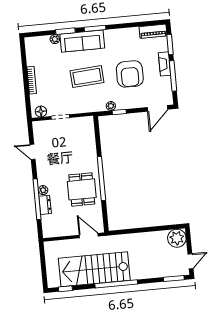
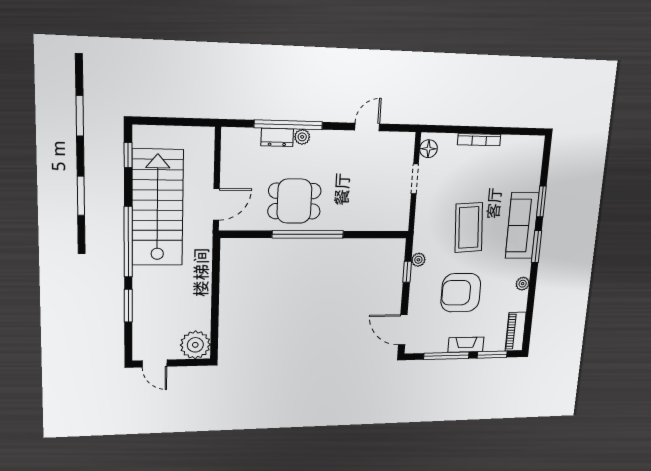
plant: (55, 39) -> (523, 284), moved
window: (174, 278) -> (128, 306), moved

